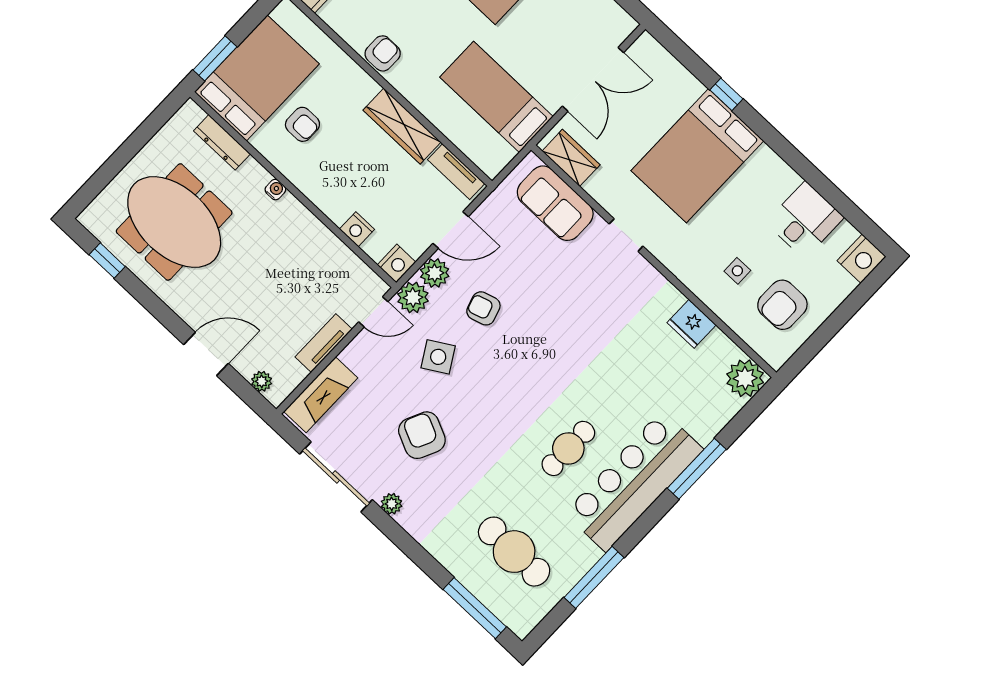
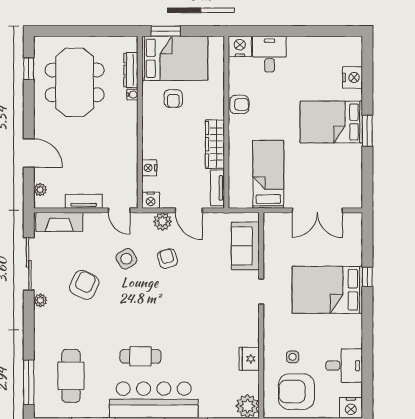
wardrobe: (571, 158) -> (273, 234), removed
water cooler: (275, 190) -> (132, 95), moved
plant: (413, 297) -> (142, 222), removed
armchair: (782, 305) -> (296, 392), width x1.36, depth x1.36

